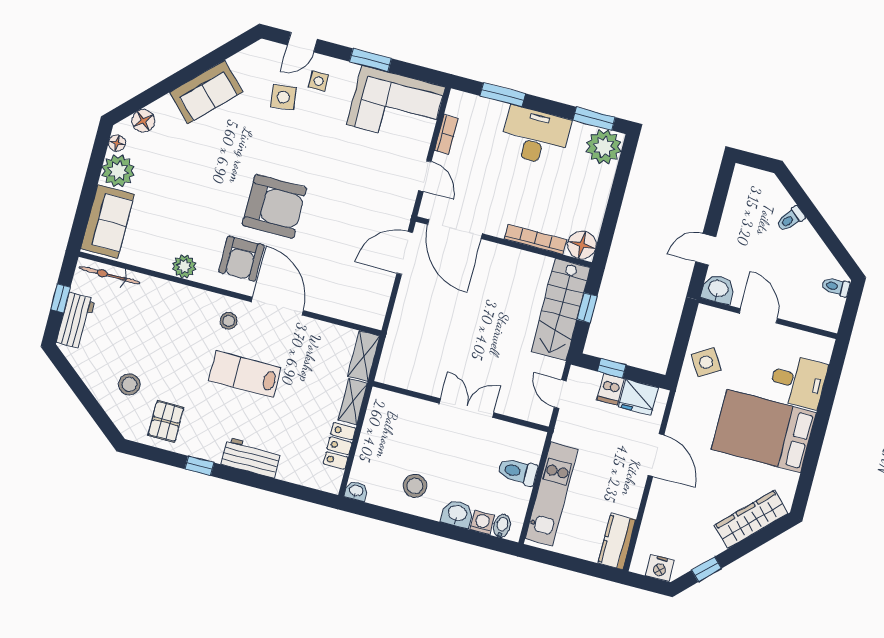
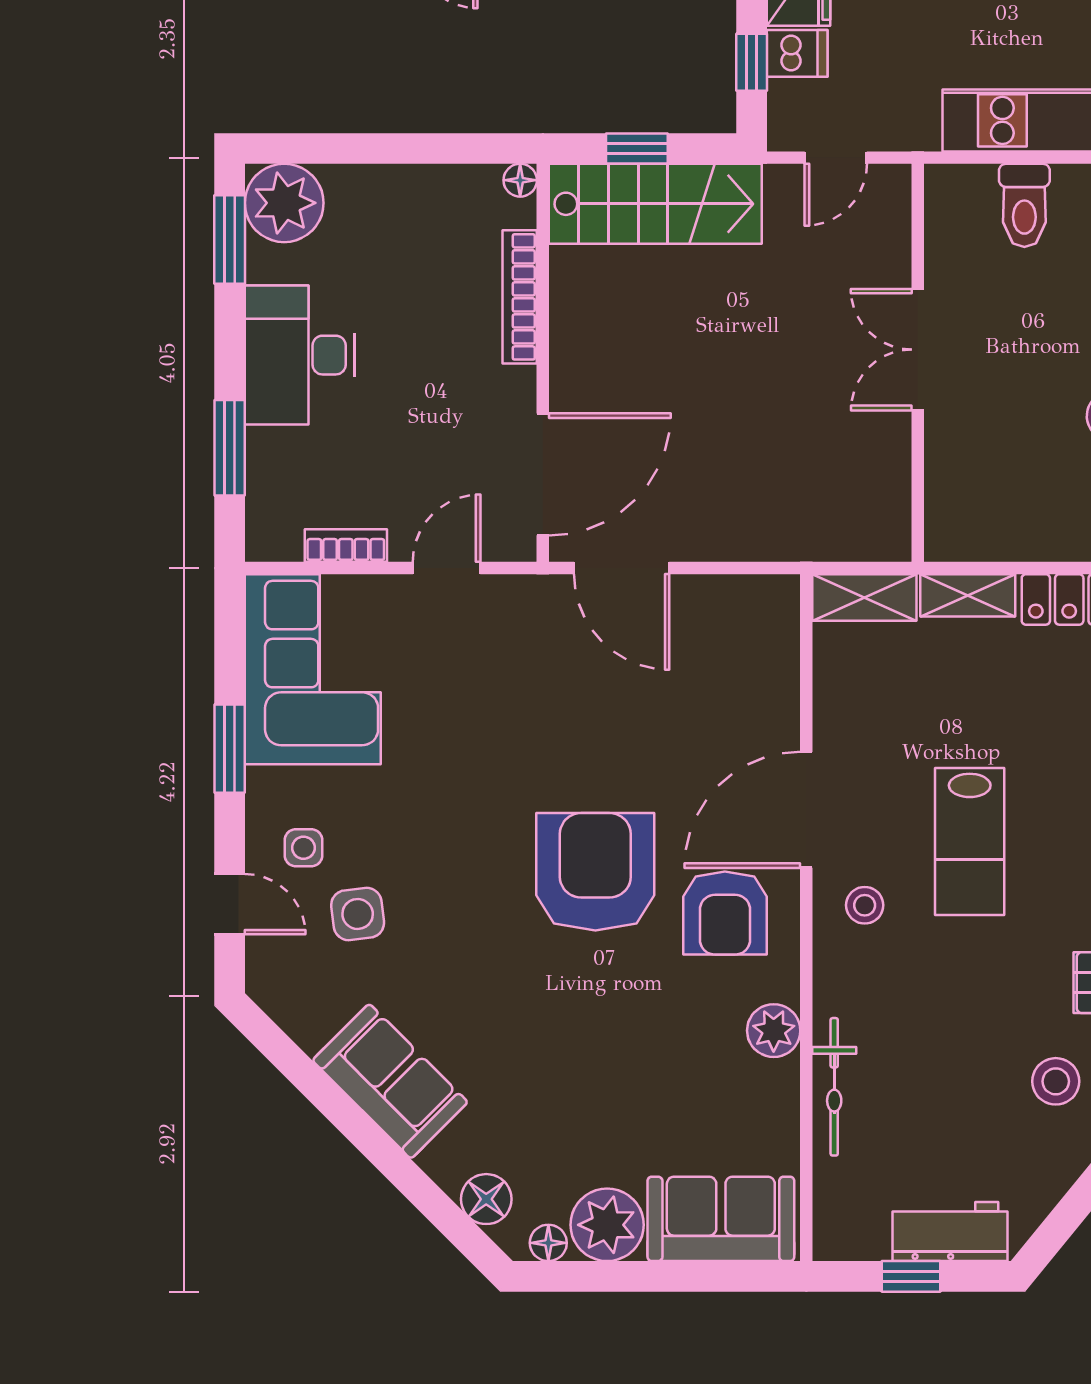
floor lamp: (582, 245) -> (520, 180), width x0.53, depth x0.53
armchair: (241, 259) -> (725, 913), turned 90
bicycle: (109, 275) -> (834, 1087), moved

